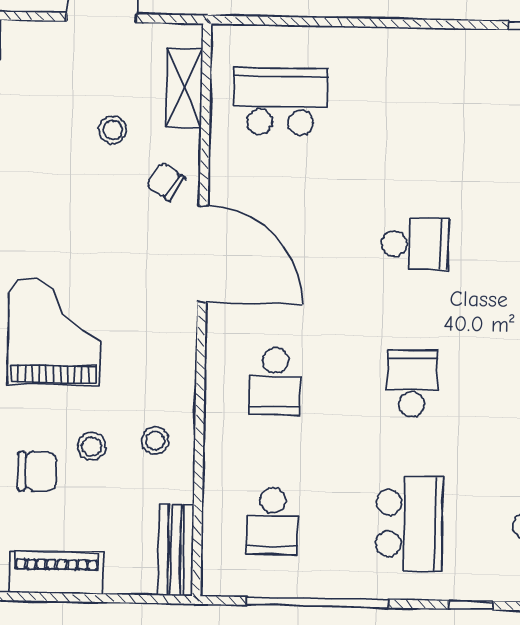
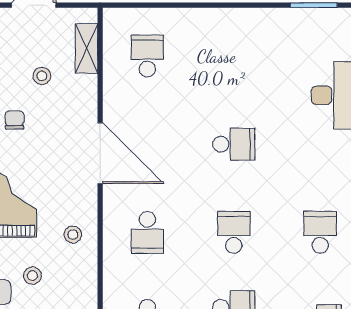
school desk: (280, 102) -> (147, 56), width x0.54
chair: (166, 182) -> (15, 120), moved, turned 56
stool: (155, 440) -> (73, 235), moved

